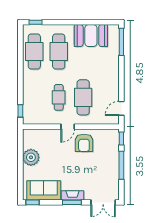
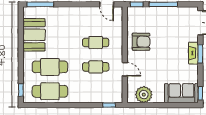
cafe table: (83, 97) -> (96, 43), width x0.73, depth x0.74
door: (68, 127) -> (125, 69), moved
plant: (31, 157) -> (144, 95), moved
sofa: (44, 190) -> (181, 93), moved, turned 90

